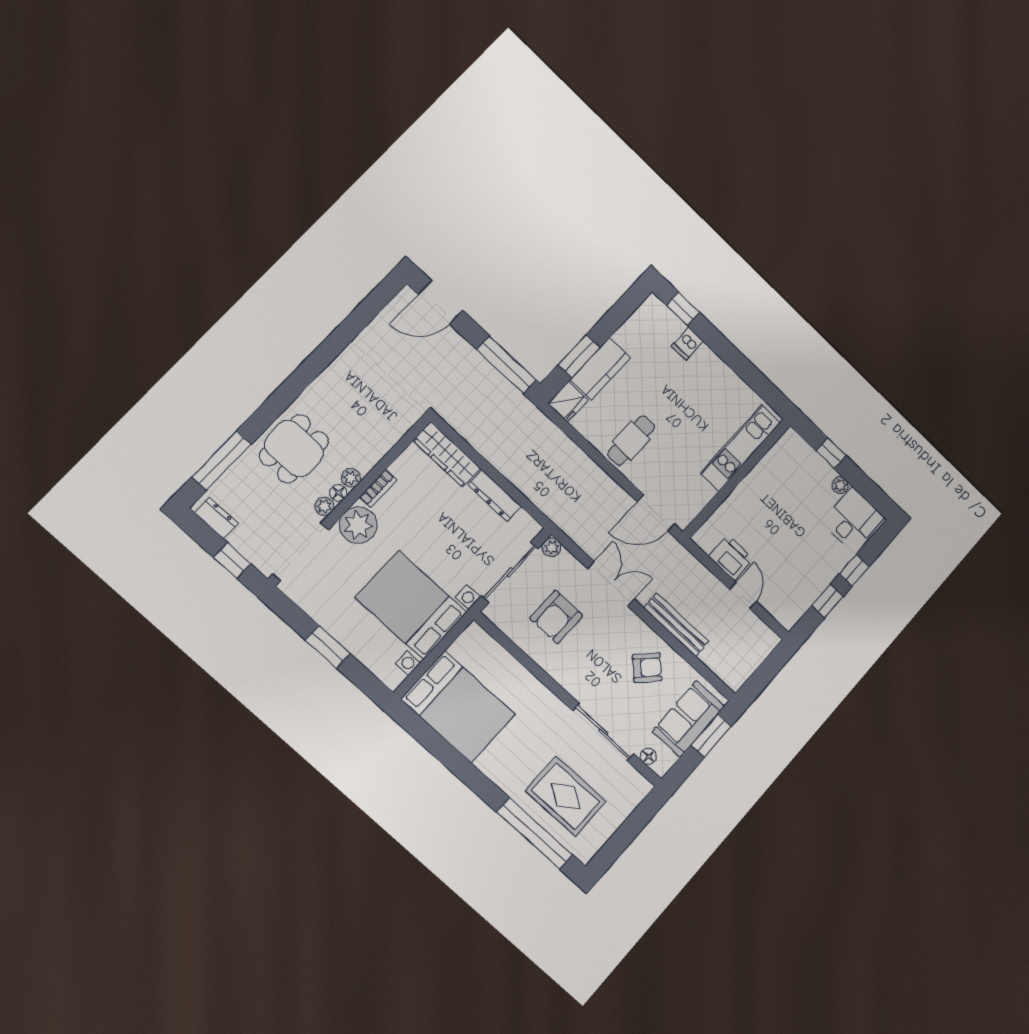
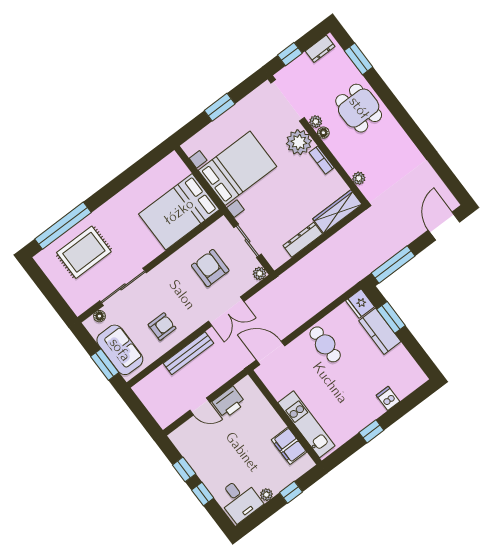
window: (683, 309) -> (371, 431), moved
window: (222, 461) -> (359, 59), width x0.69
filing cabinet: (772, 466) -> (289, 446), added
plant: (351, 478) -> (359, 178), moved
door: (656, 513) -> (271, 353), hinge flipped
sliding door: (510, 572) -> (248, 241), width x0.73
armchair: (647, 668) -> (162, 327), turned -134
bed: (458, 707) -> (179, 212), moved

